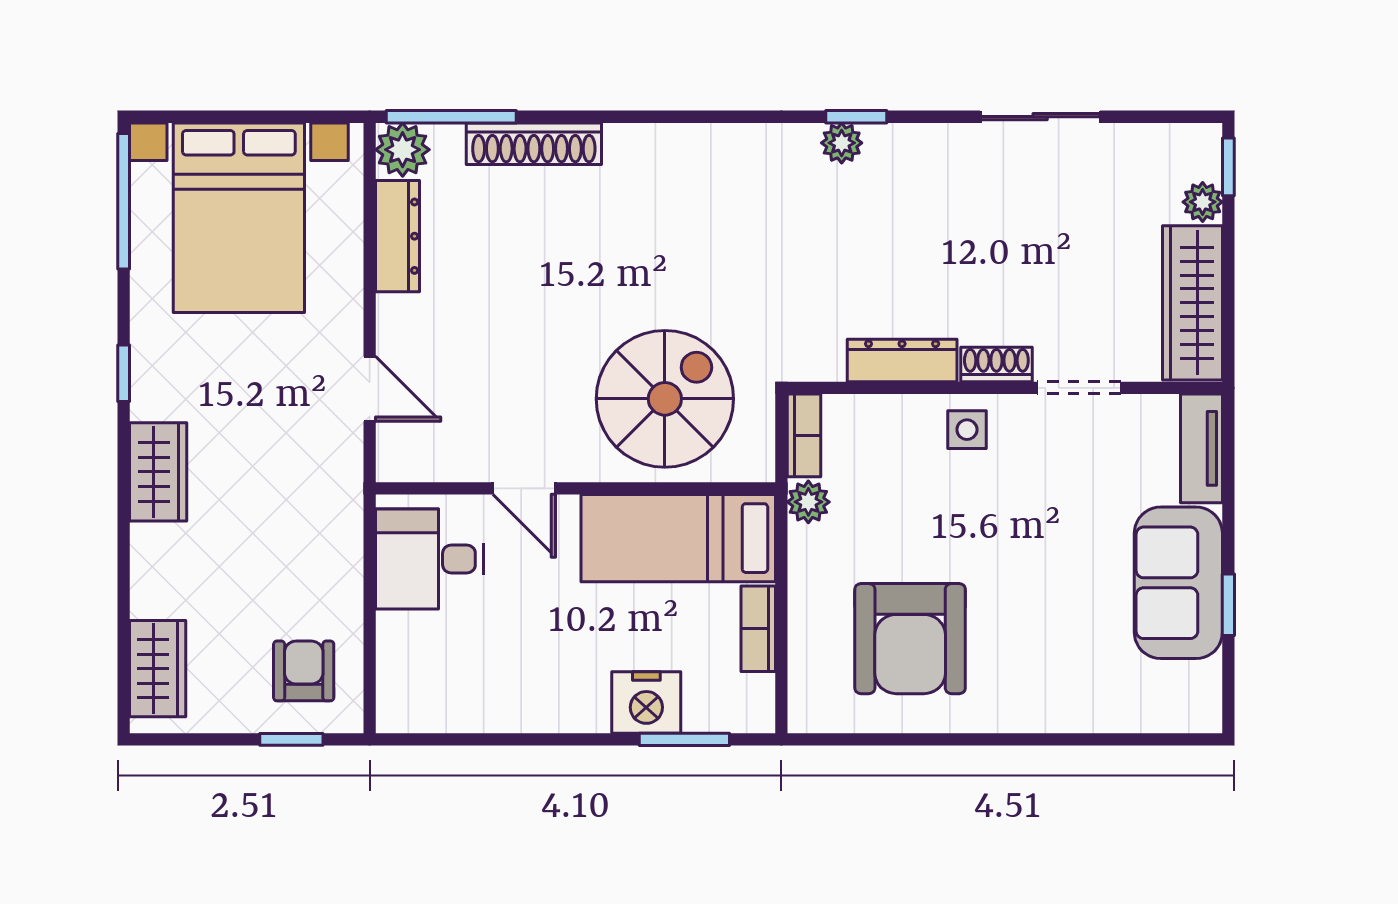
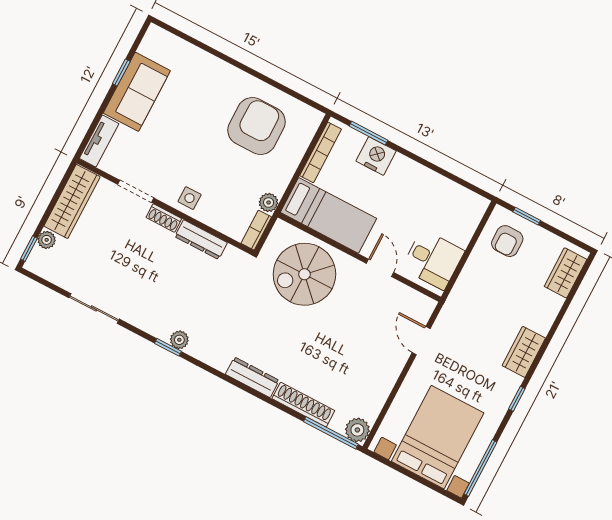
dresser: (397, 236) -> (252, 377), moved, turned 90
bookcase: (758, 629) -> (321, 152), width x1.56

